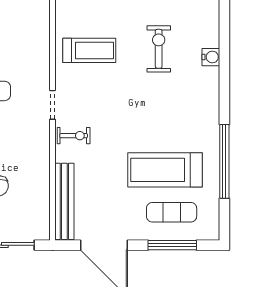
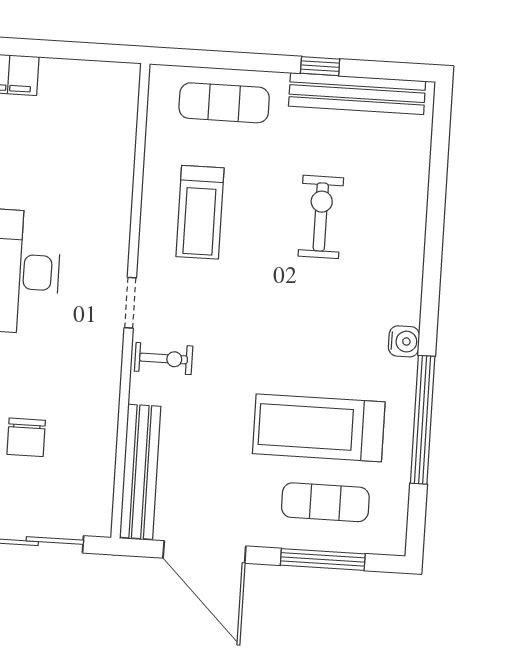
treadmill: (89, 50) -> (200, 212), turned 90
water cooler: (211, 57) -> (404, 341), moved

